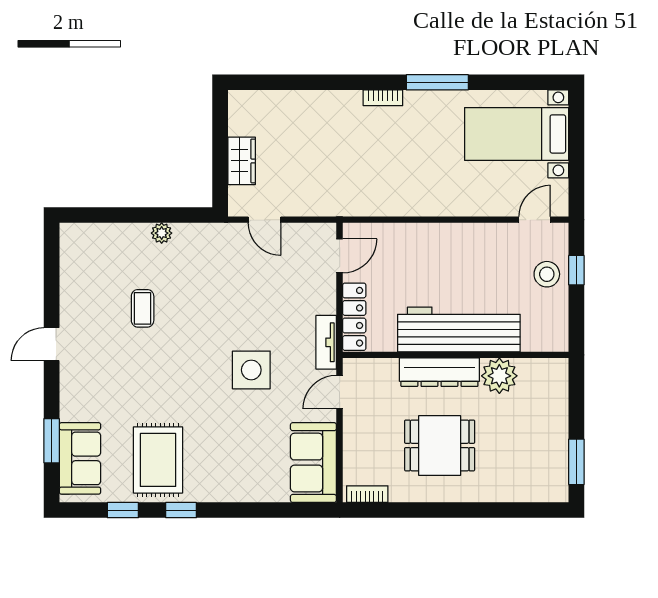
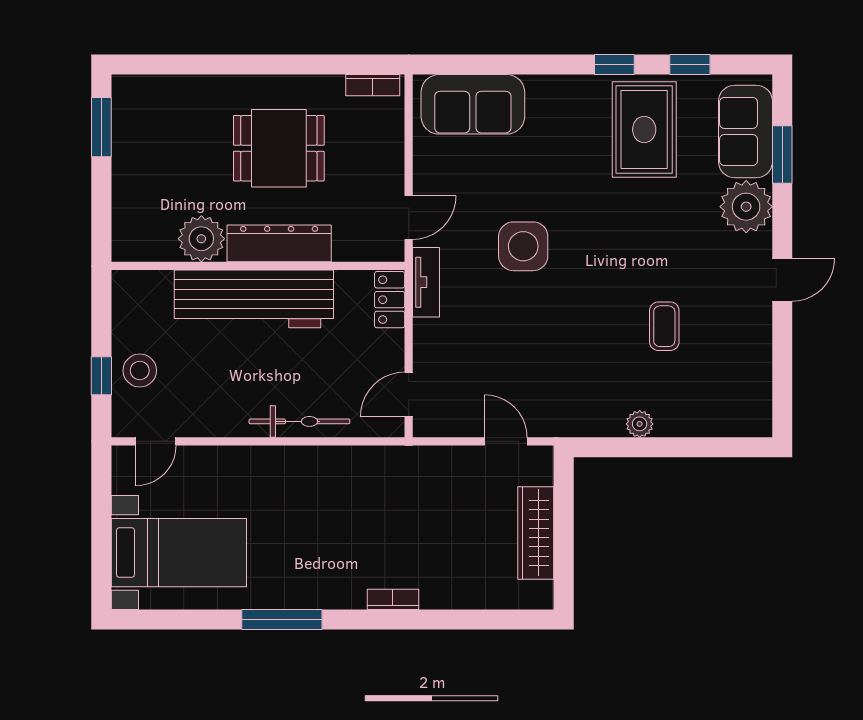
bookcase: (383, 98) -> (393, 599), moved
wardrobe: (242, 161) -> (536, 533), width x1.50
bicycle: (424, 235) -> (299, 421), added
locker: (354, 317) -> (390, 300), width x0.66
plant: (79, 400) -> (746, 207), added
sofa: (313, 463) -> (473, 104), moved, turned 90

